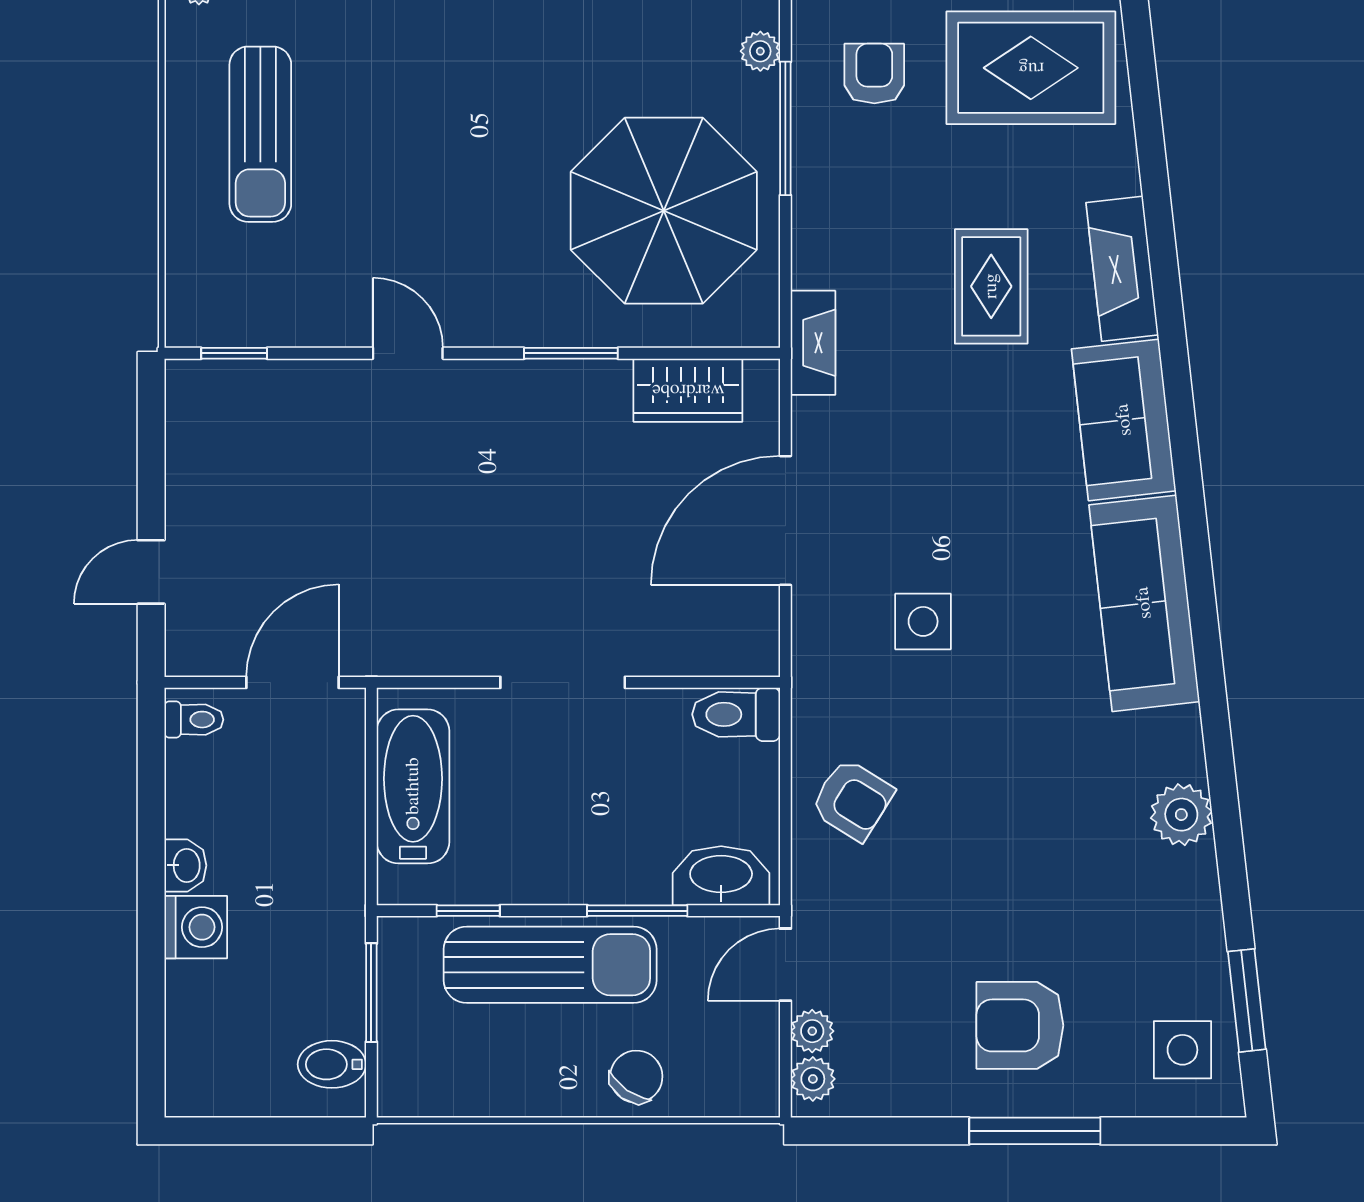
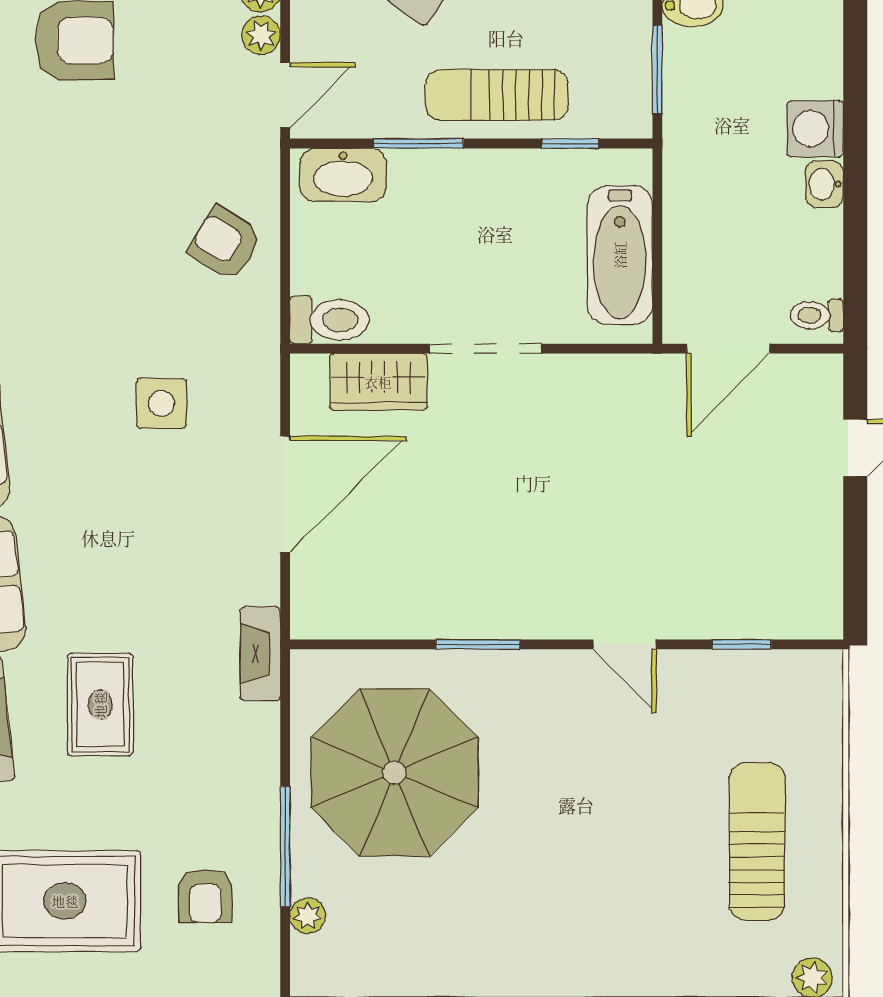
window: (234, 353) -> (742, 644), moved
wardrobe: (688, 390) -> (378, 382), moved, turned 180
sun lounger: (550, 965) -> (497, 95), width x0.73, depth x0.75

